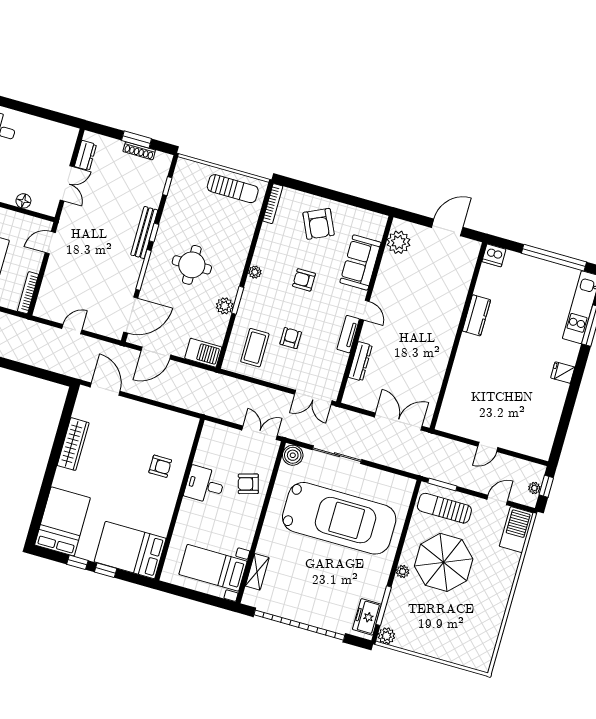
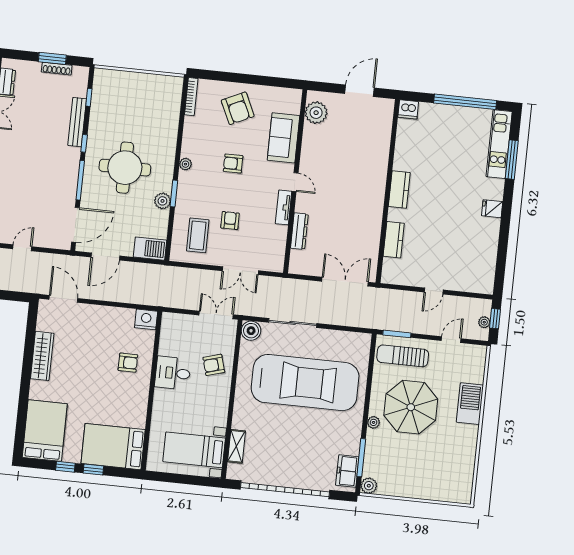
sun lounger: (233, 189) -> (151, 89), removed
bench: (144, 232) -> (77, 122), moved
round table: (192, 265) -> (125, 168), width x1.36, depth x1.36
kitchen counter: (476, 315) -> (399, 190), moved
kitchen counter: (456, 387) -> (394, 240), added
double door: (313, 397) -> (240, 271), moved
nightstand: (187, 425) -> (146, 319), added
barbecue: (516, 530) -> (470, 404), moved

